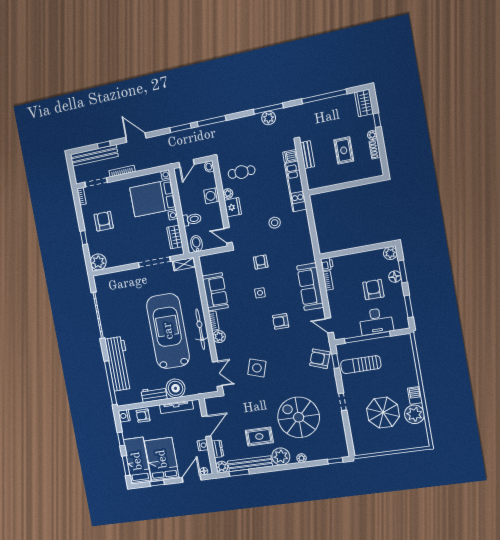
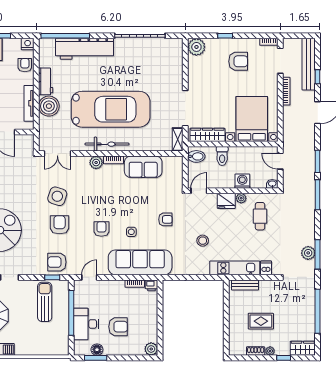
bench: (307, 155) -> (245, 285), moved
wardrobe: (175, 237) -> (207, 135), width x1.50
window: (403, 272) -> (131, 358), removed
floor lamp: (395, 277) -> (97, 350), moved
sofa: (310, 287) -> (140, 262), width x1.36, depth x1.27
side table: (260, 293) -> (131, 232), moved
armchair: (320, 359) -> (57, 262), turned -110
armchair: (284, 362) -> (60, 225), added

